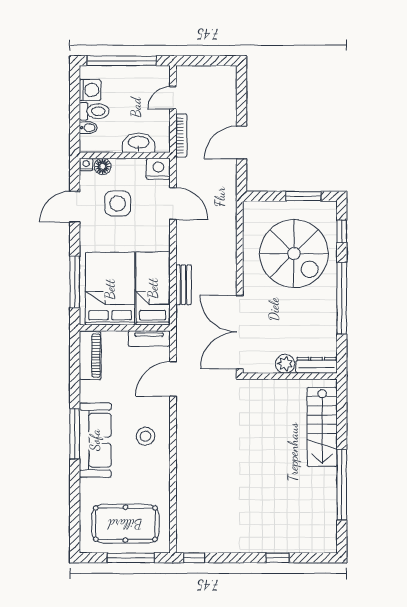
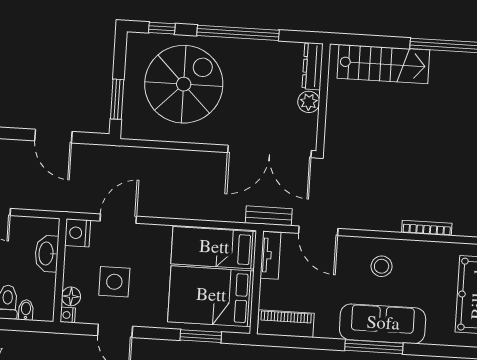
bookcase: (181, 135) -> (427, 228), moved
window: (303, 196) -> (117, 99), moved
window: (75, 282) -> (201, 336), width x0.69
bench: (183, 285) -> (269, 216), moved

